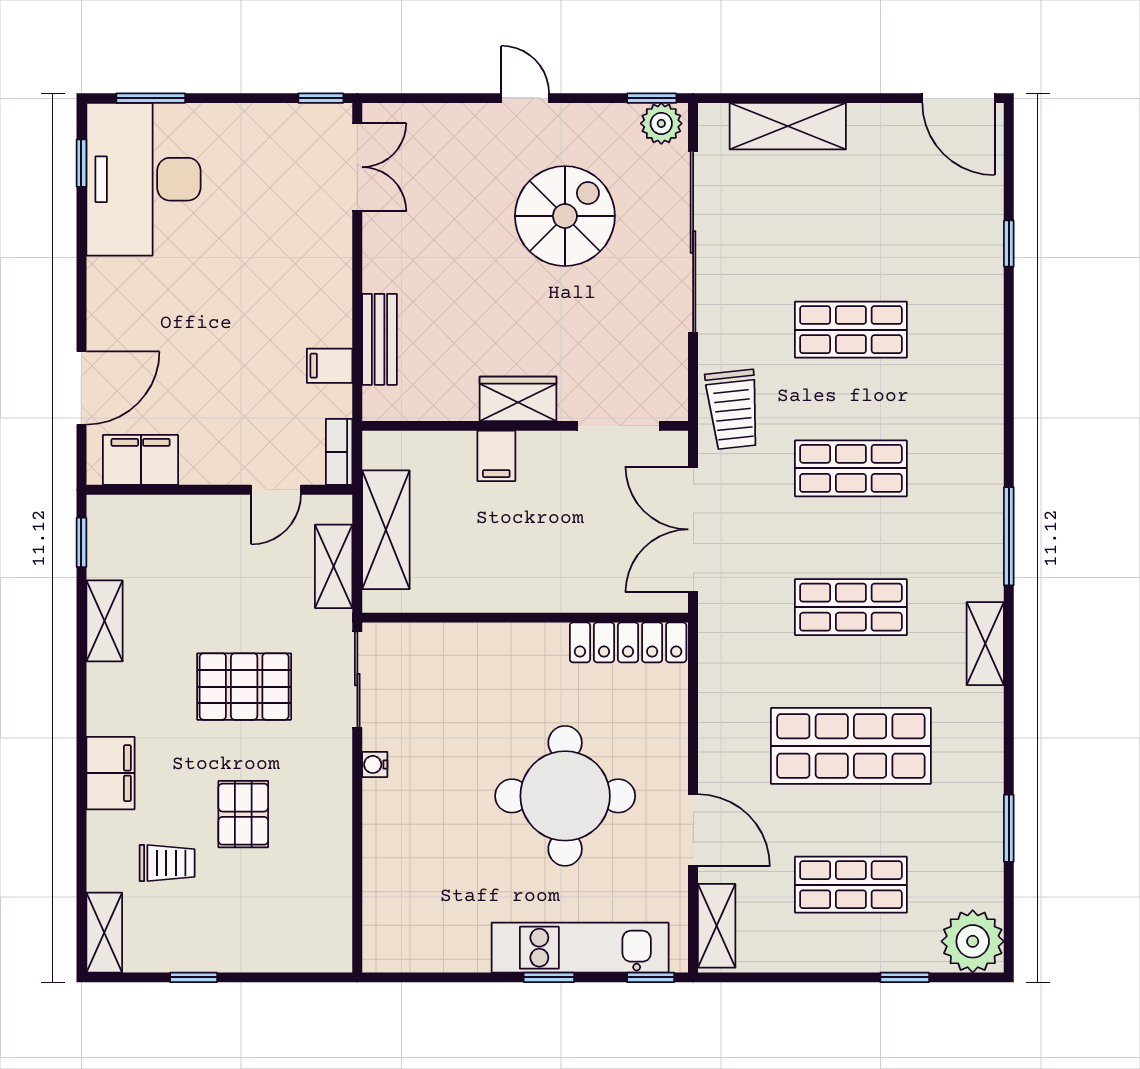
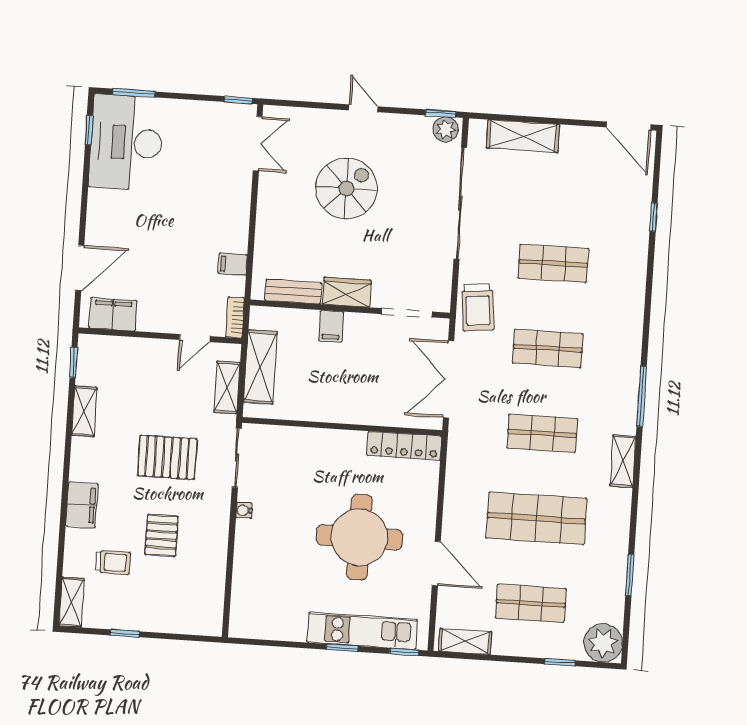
spiral stairs: (565, 216) -> (346, 188), moved
bench: (379, 339) -> (293, 292), moved, turned 90
shelving: (717, 926) -> (465, 641), moved, turned 90

